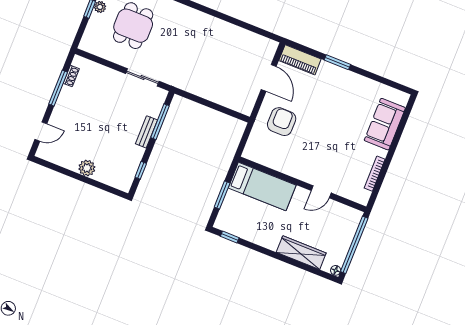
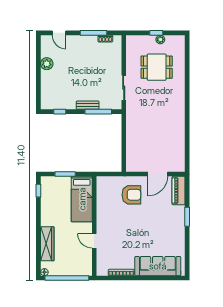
sofa: (385, 124) -> (158, 266), width x1.36
plant: (87, 168) -> (47, 64), moved

